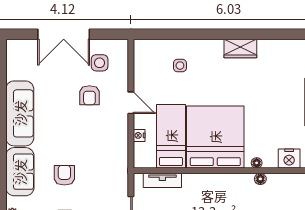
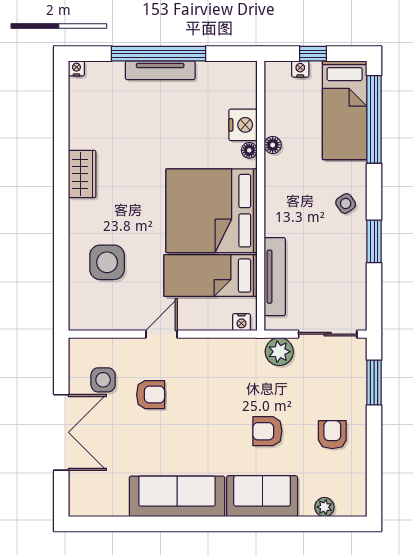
side table: (180, 66) -> (107, 262), width x1.87, depth x1.87
nightstand: (139, 135) -> (241, 322), moved
nightstand: (289, 159) -> (243, 125), moved
tv unit: (162, 180) -> (275, 277), width x1.41
plant: (119, 183) -> (279, 352), added

